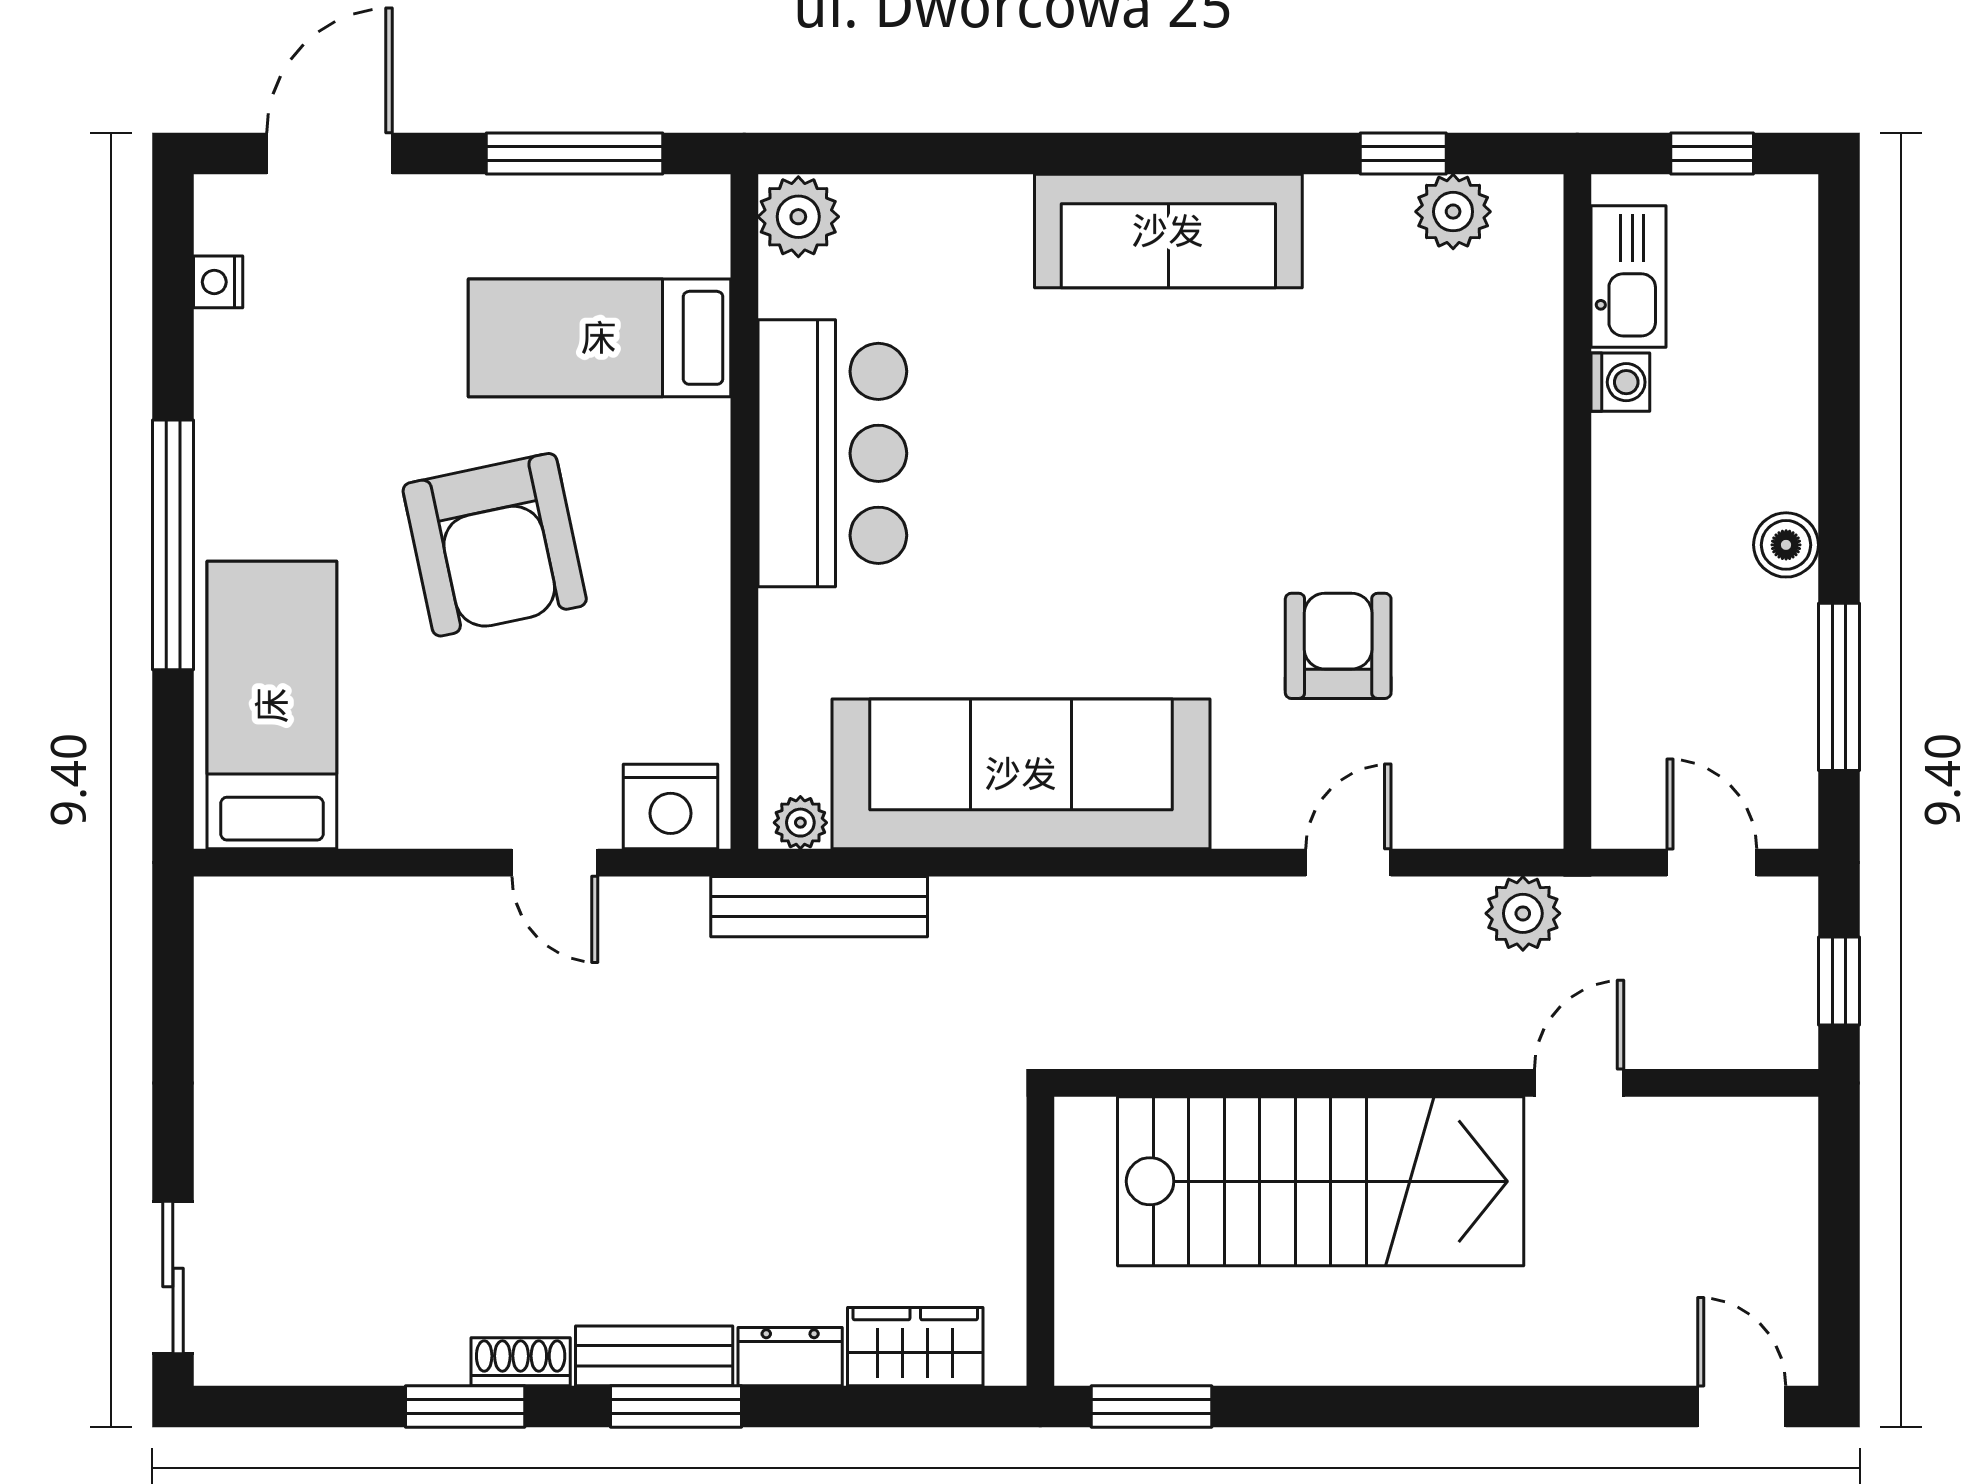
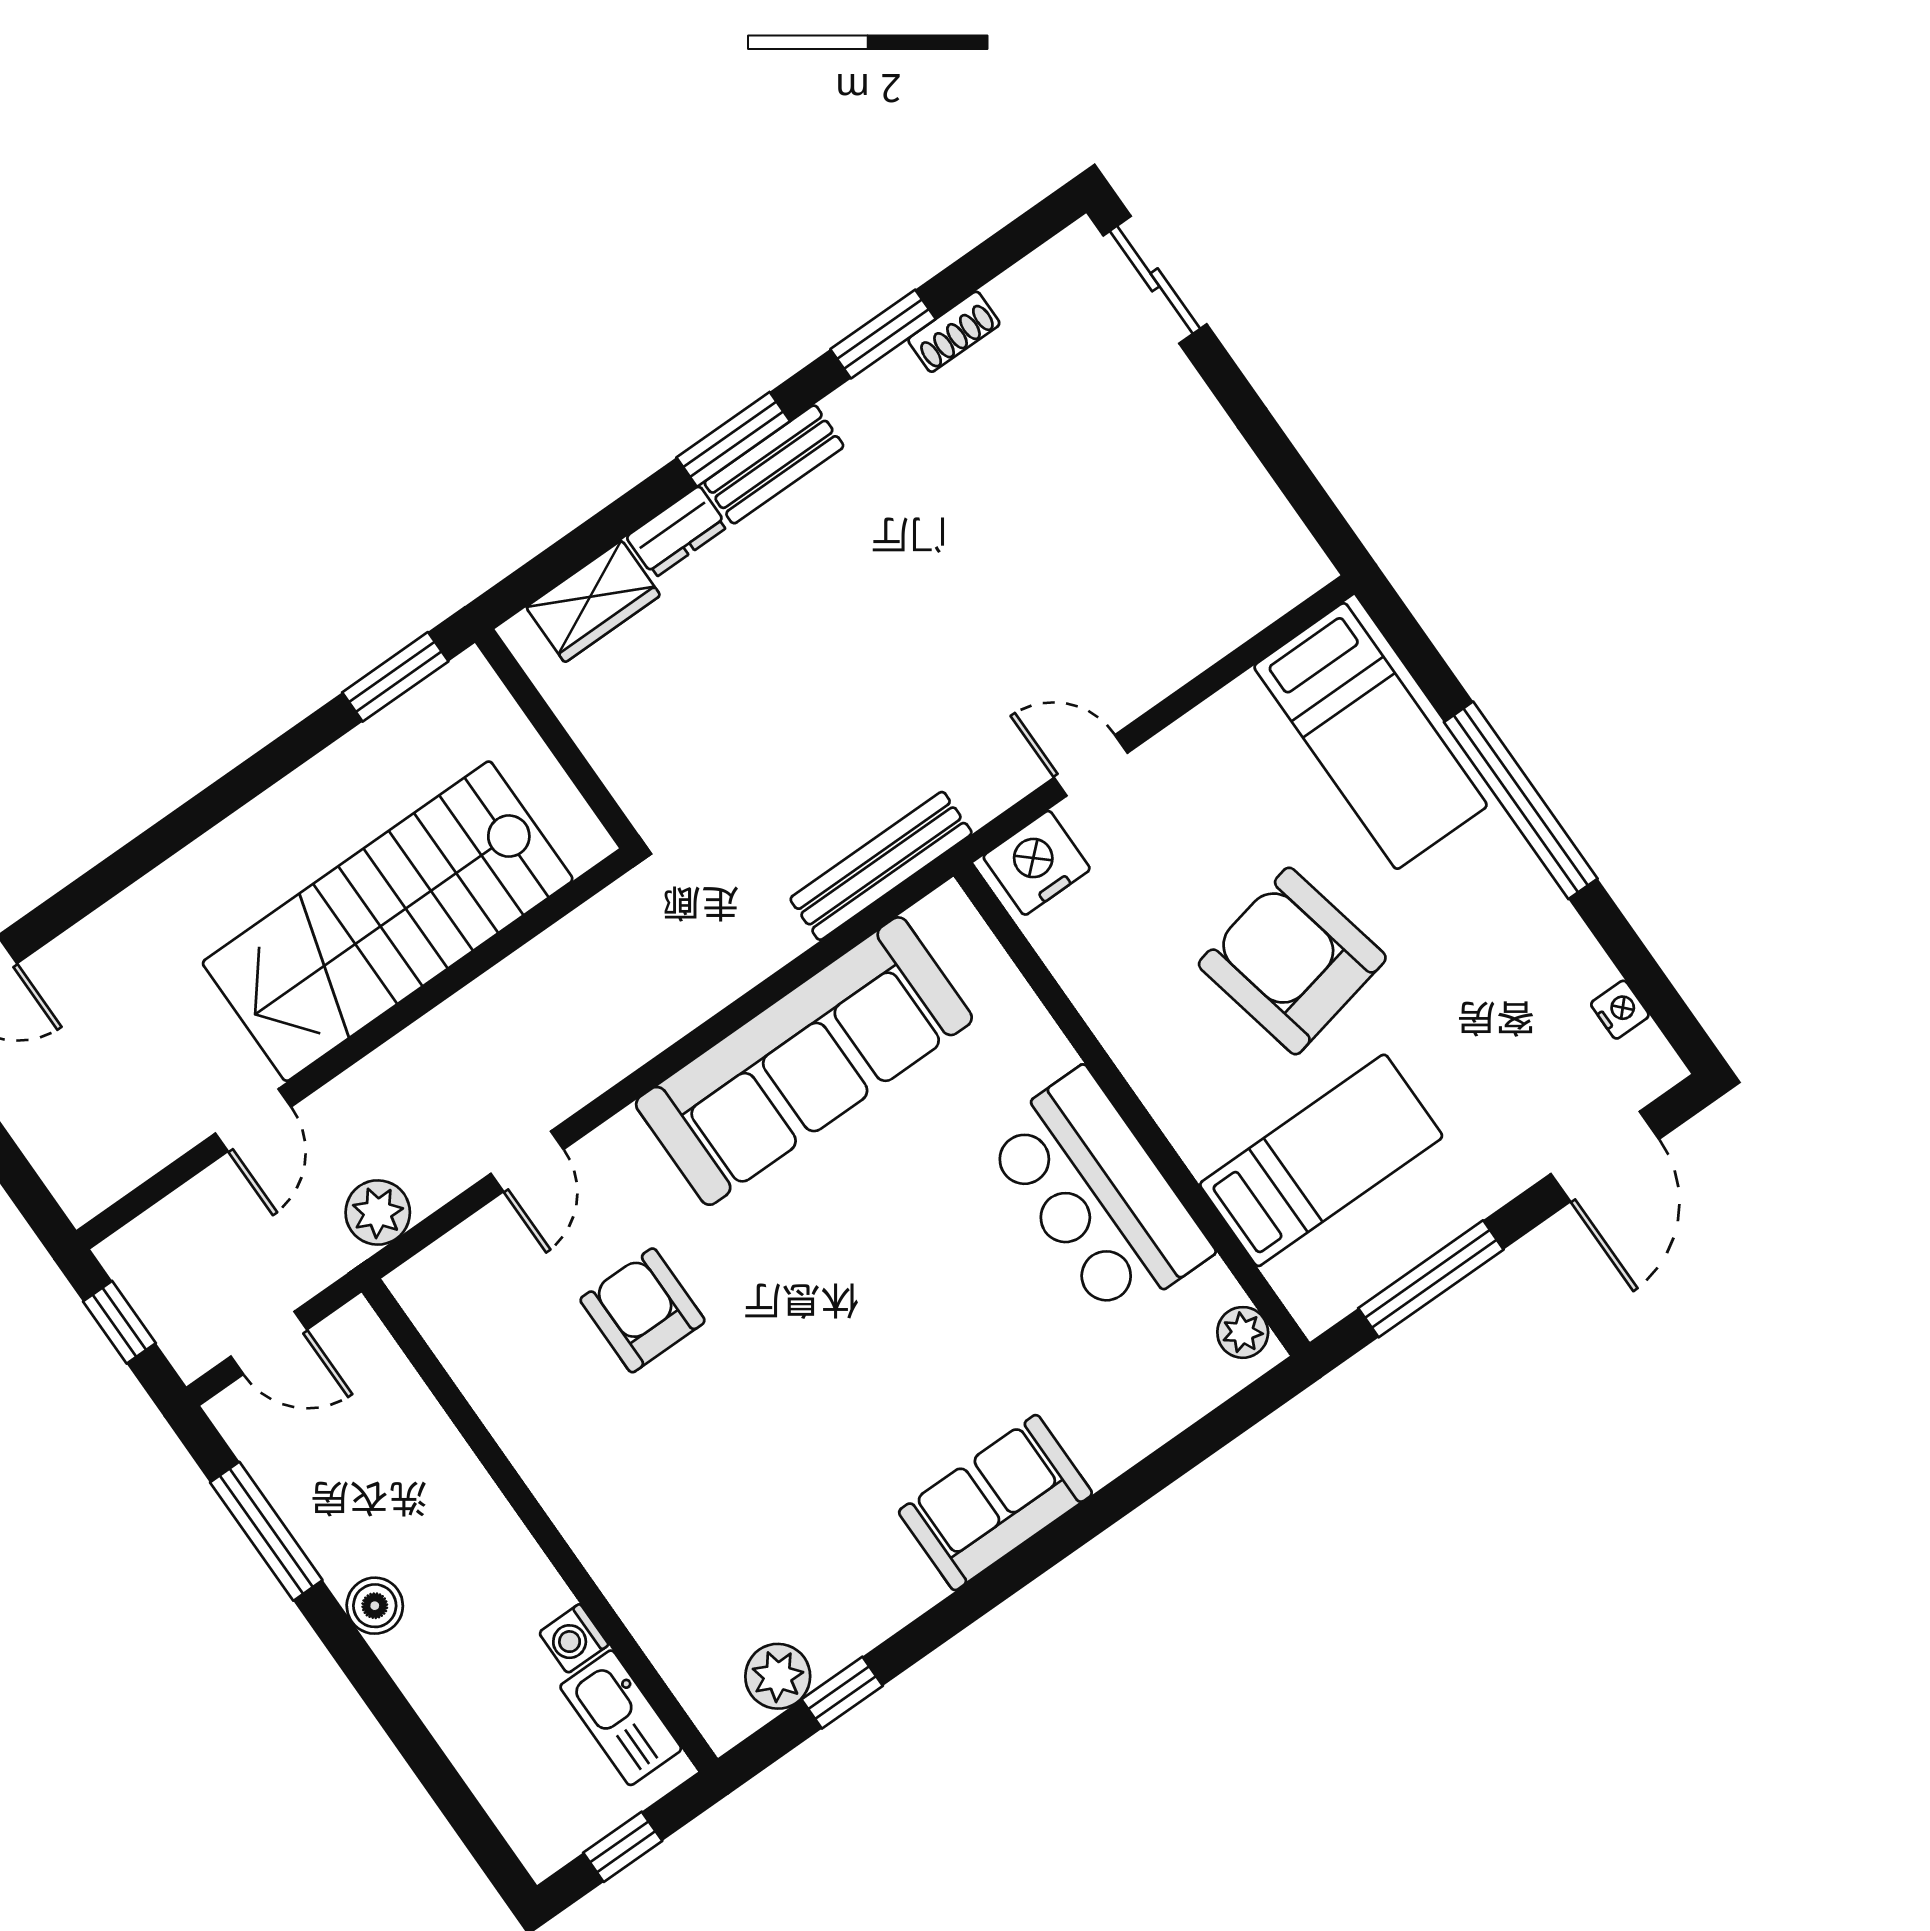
plant: (798, 217) -> (1243, 1332), width x0.73, depth x0.73
sofa: (1168, 231) -> (995, 1503), width x0.73
armchair: (1338, 646) -> (643, 1310), turned 180
plant: (800, 823) -> (936, 916), removed
shoe rack: (521, 1362) -> (954, 332), moved

